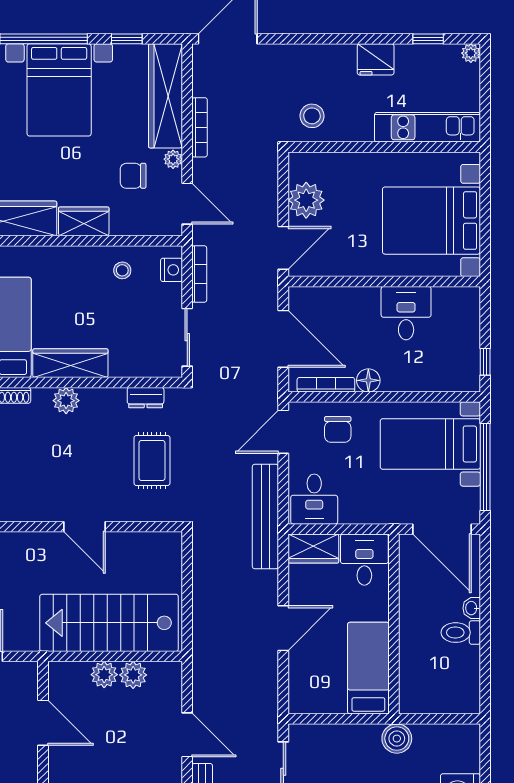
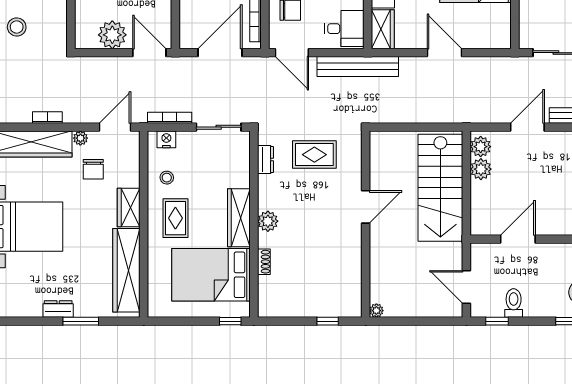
stool: (312, 116) -> (17, 27), moved
bookcase: (200, 127) -> (47, 118), width x0.64
rug: (70, 282) -> (175, 218), added
plant: (104, 675) -> (481, 147), moved

